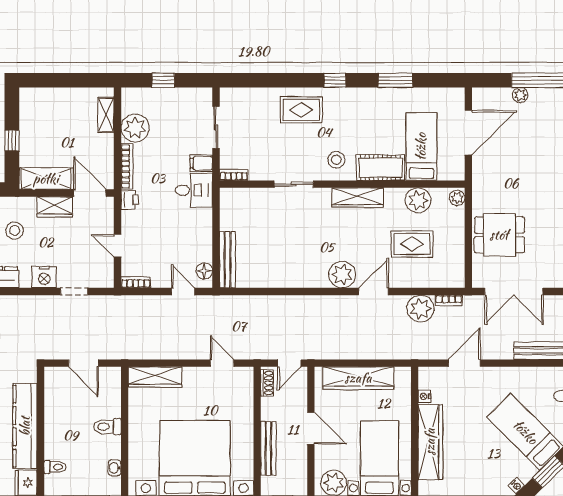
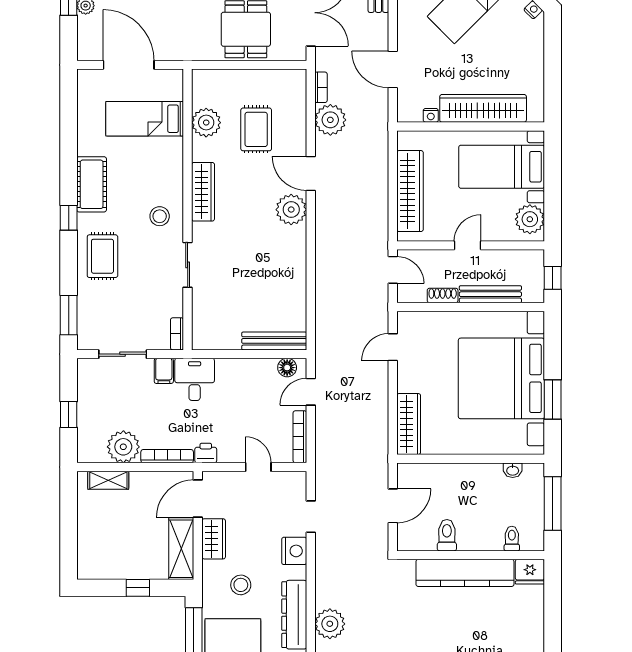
window: (395, 80) -> (69, 315), moved
cot: (381, 168) -> (92, 184), moved
plant: (457, 198) -> (203, 78), removed
door: (118, 246) -> (258, 467), swing flipped
bookcase: (136, 282) -> (300, 437), width x1.56
shoe rack: (267, 383) -> (443, 295), moved
toilet: (107, 427) -> (447, 535), moved, turned 180
door: (311, 428) -> (467, 245), width x0.73

